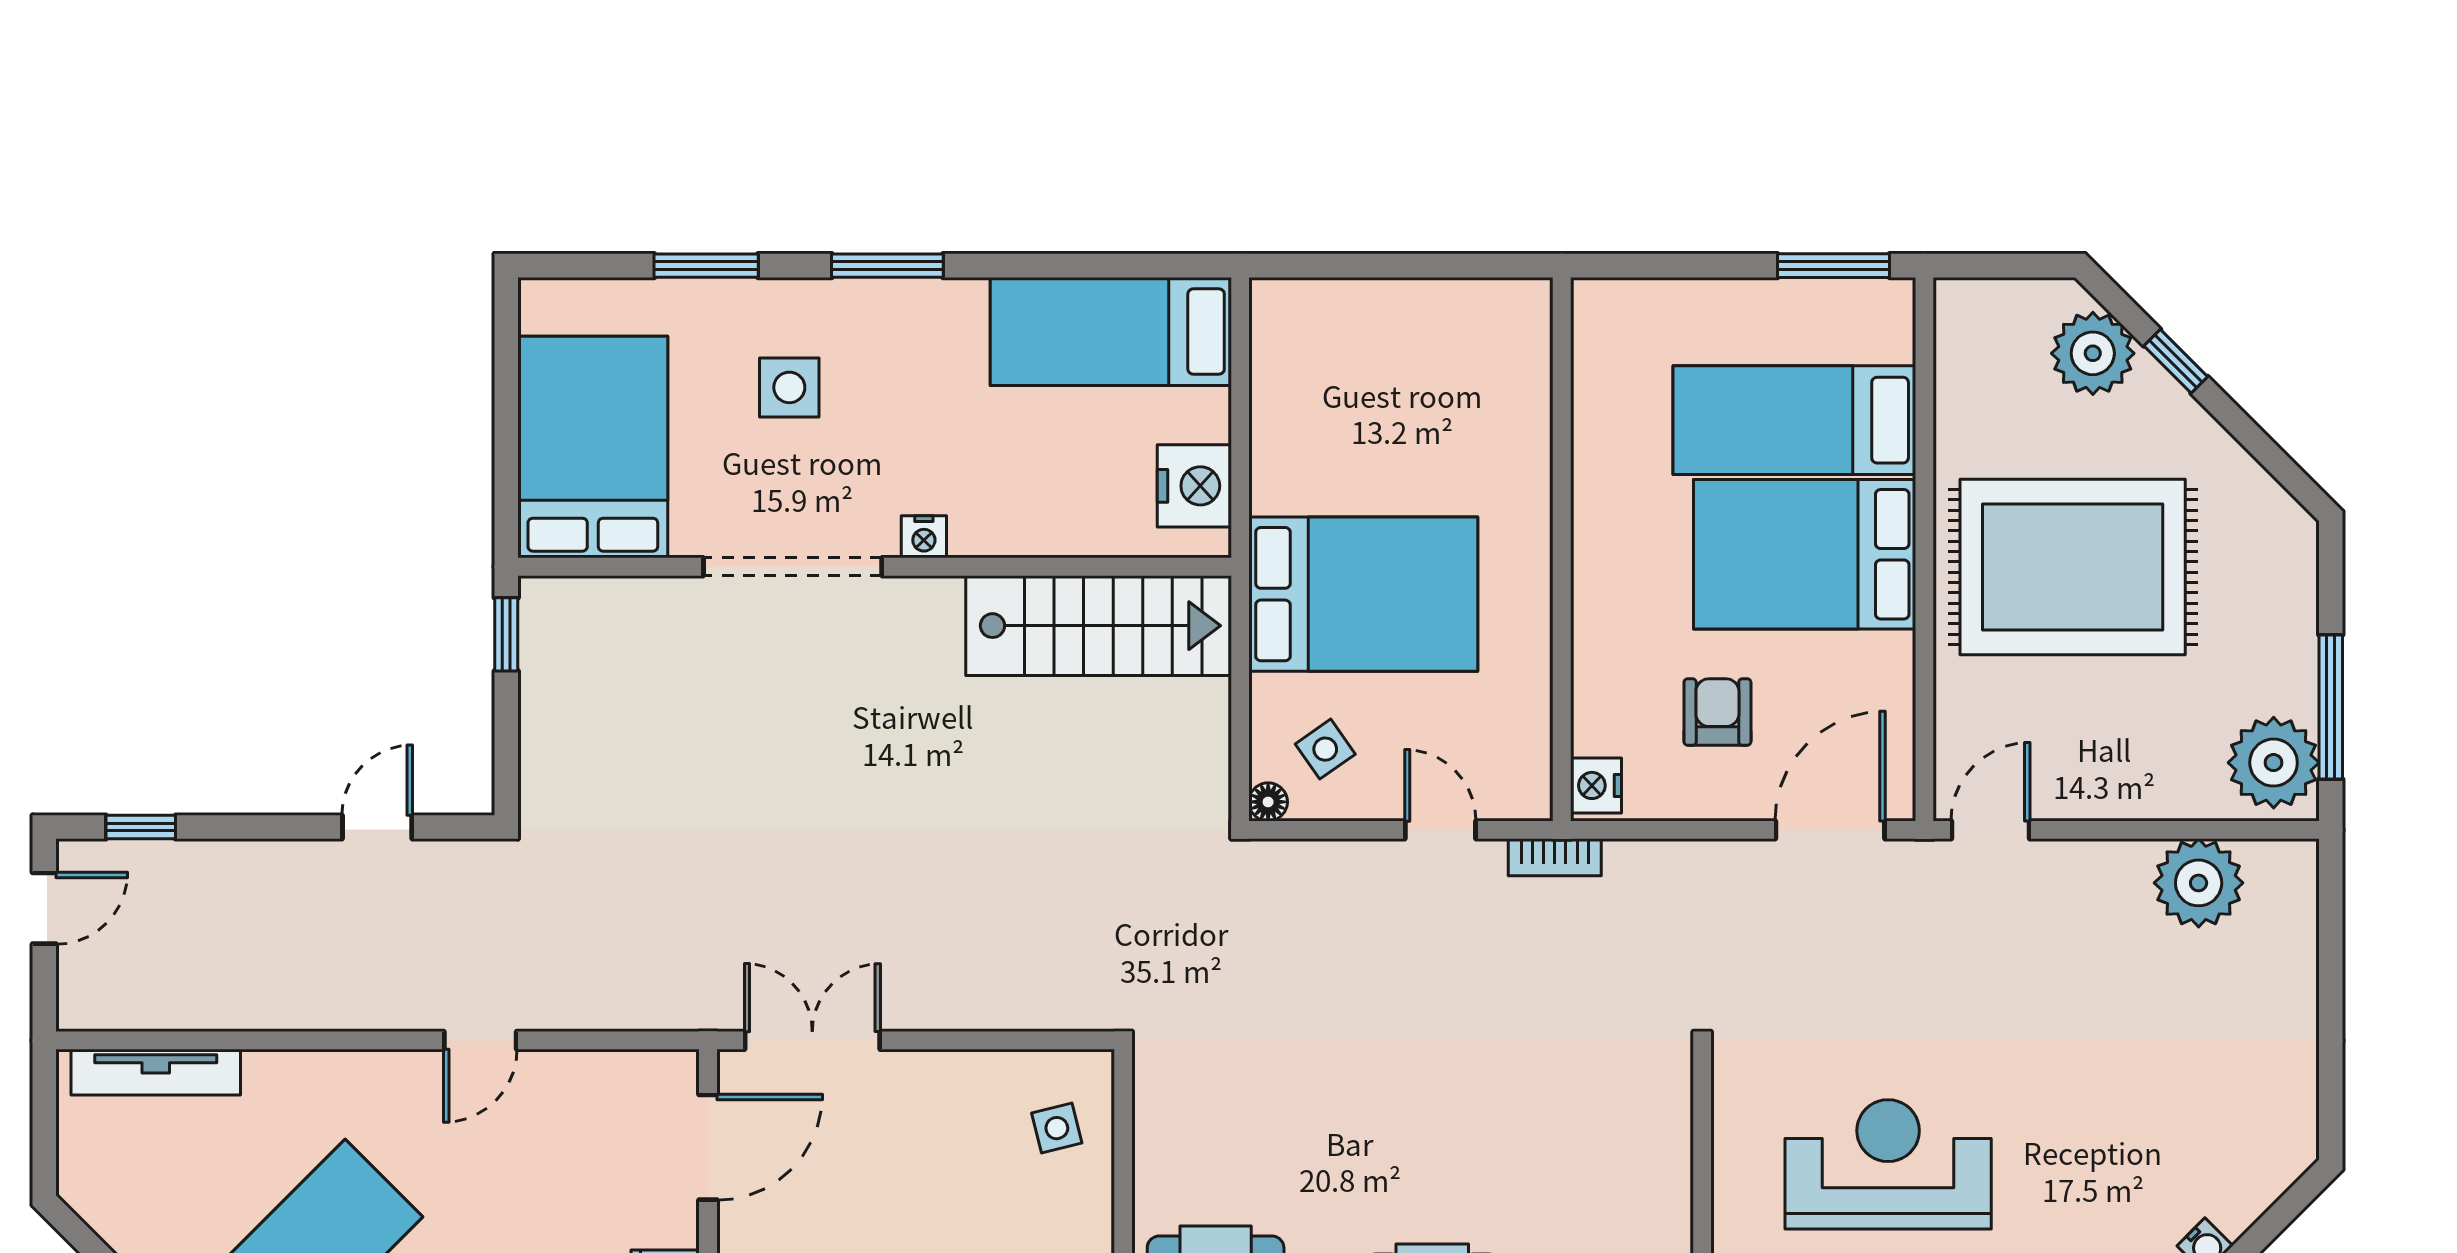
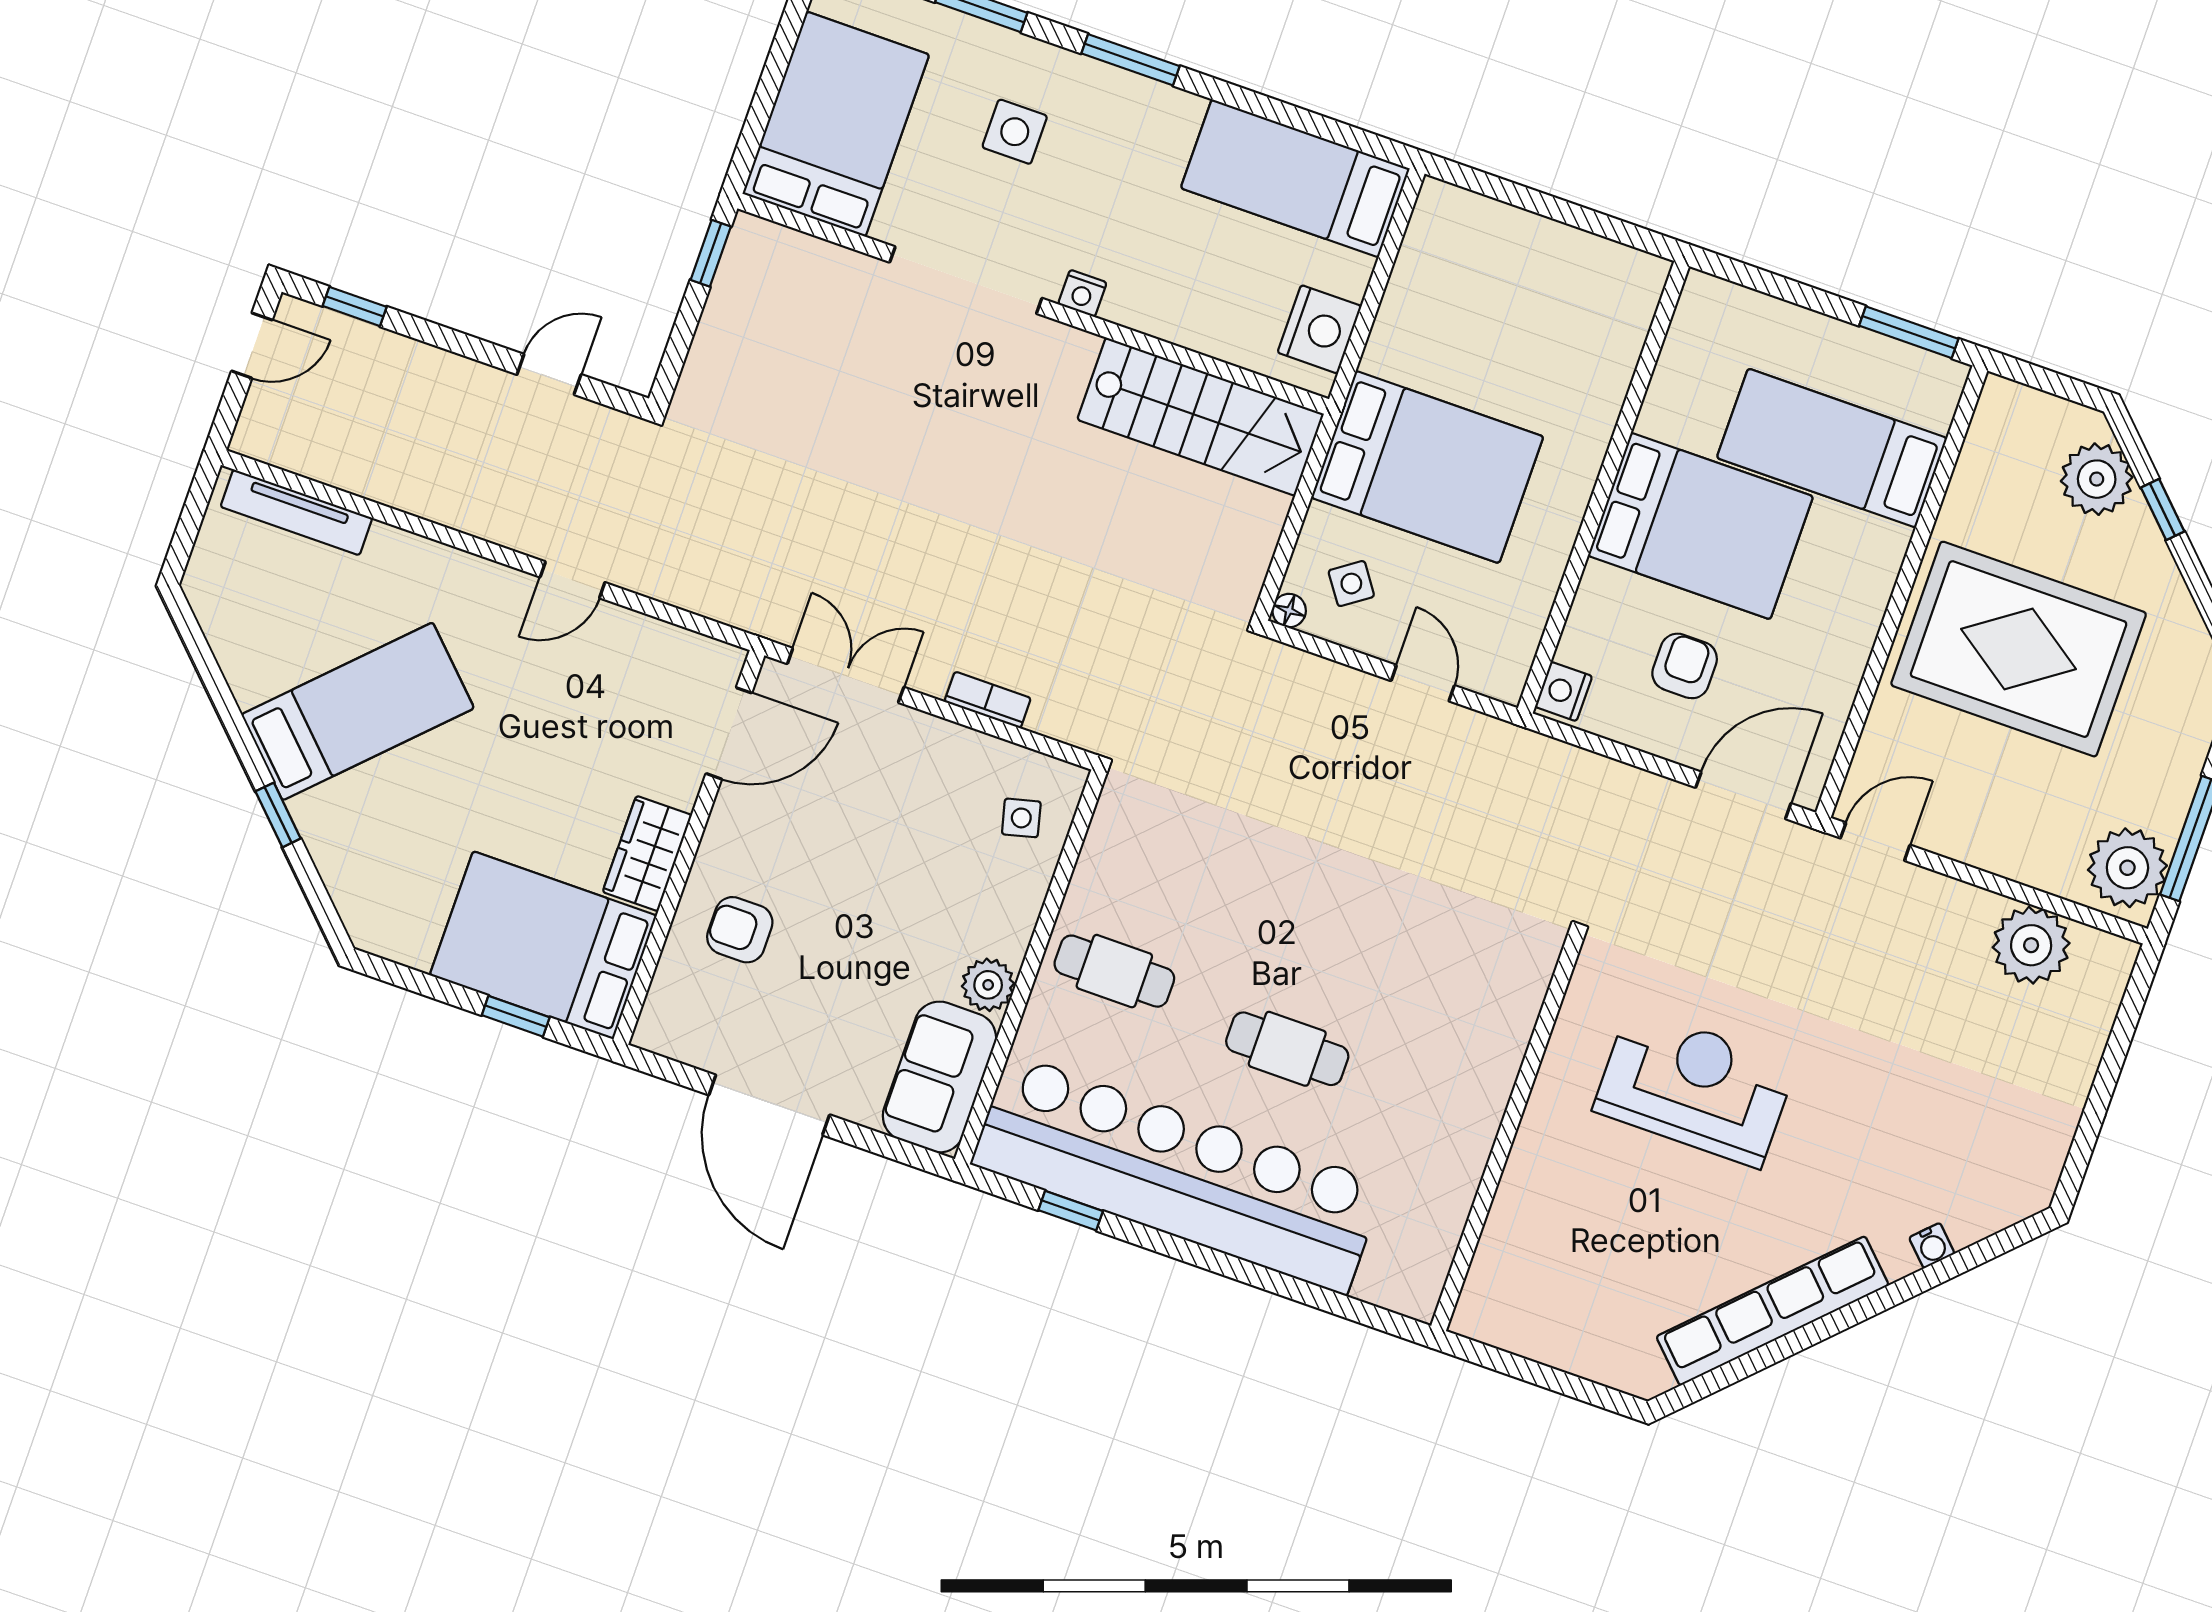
bed: (1805, 554) -> (1700, 526), moved, turned 180
bookcase: (1555, 857) -> (988, 700), moved, turned 180

